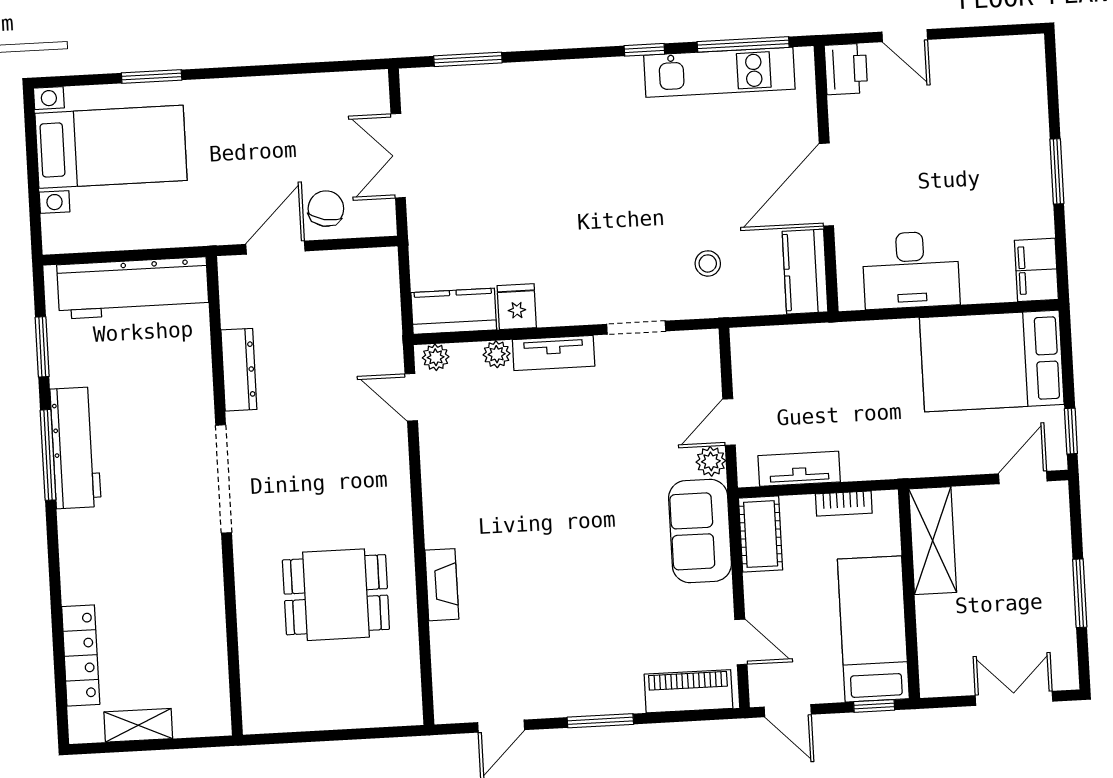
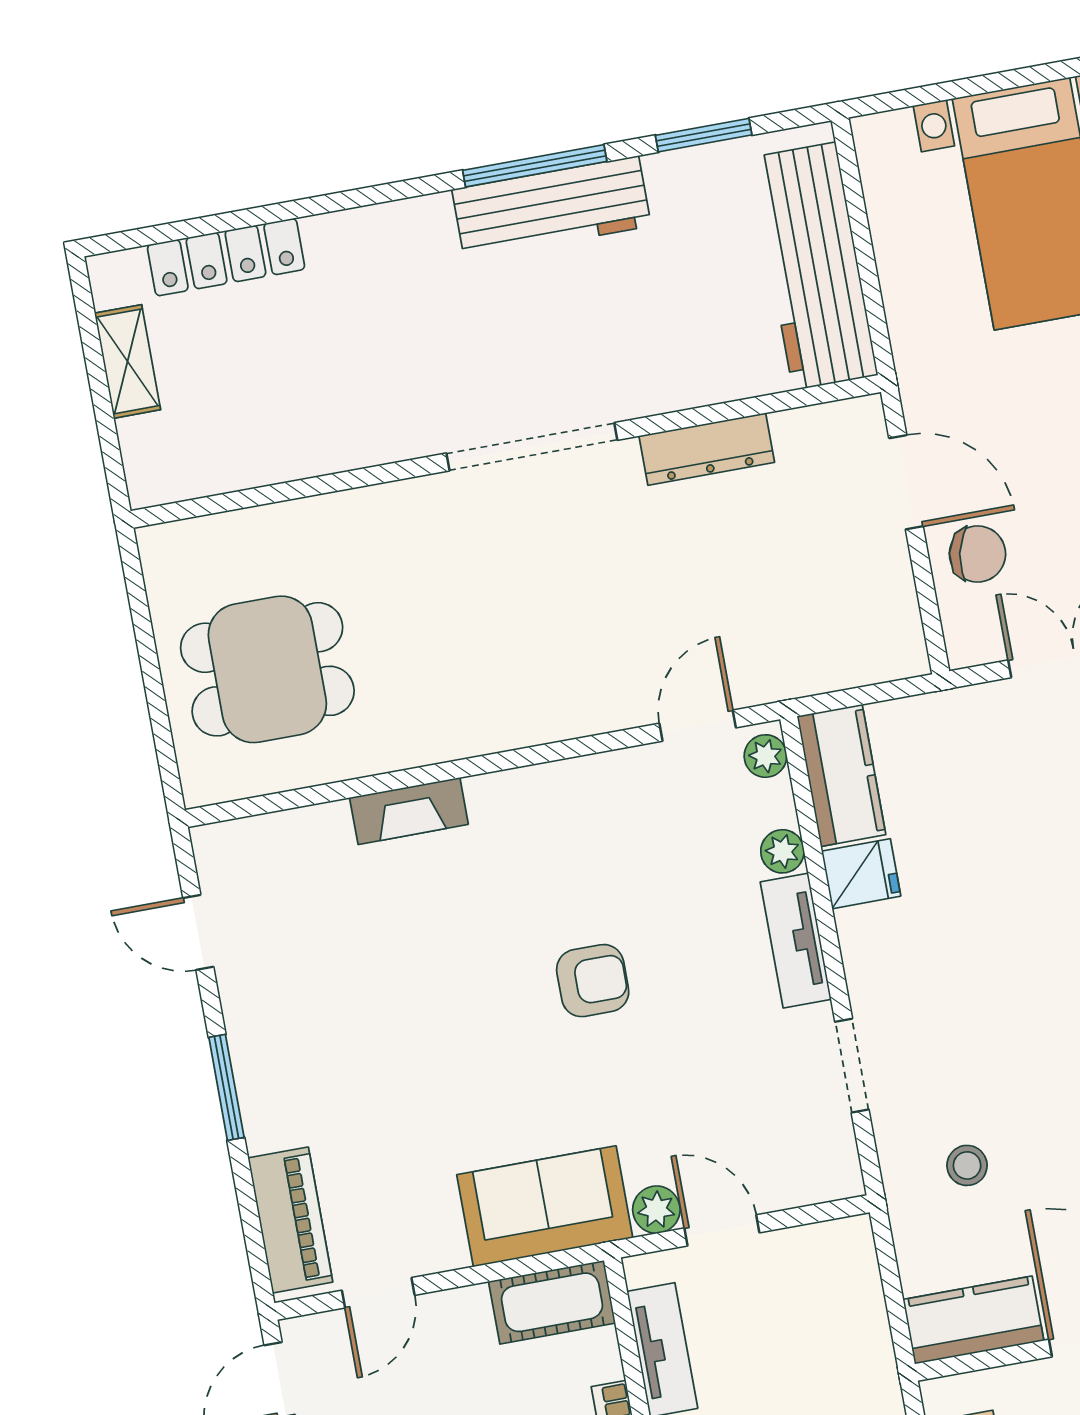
armchair: (562, 483) -> (593, 981), added
dining table: (336, 595) -> (267, 669), moved, turned 90

